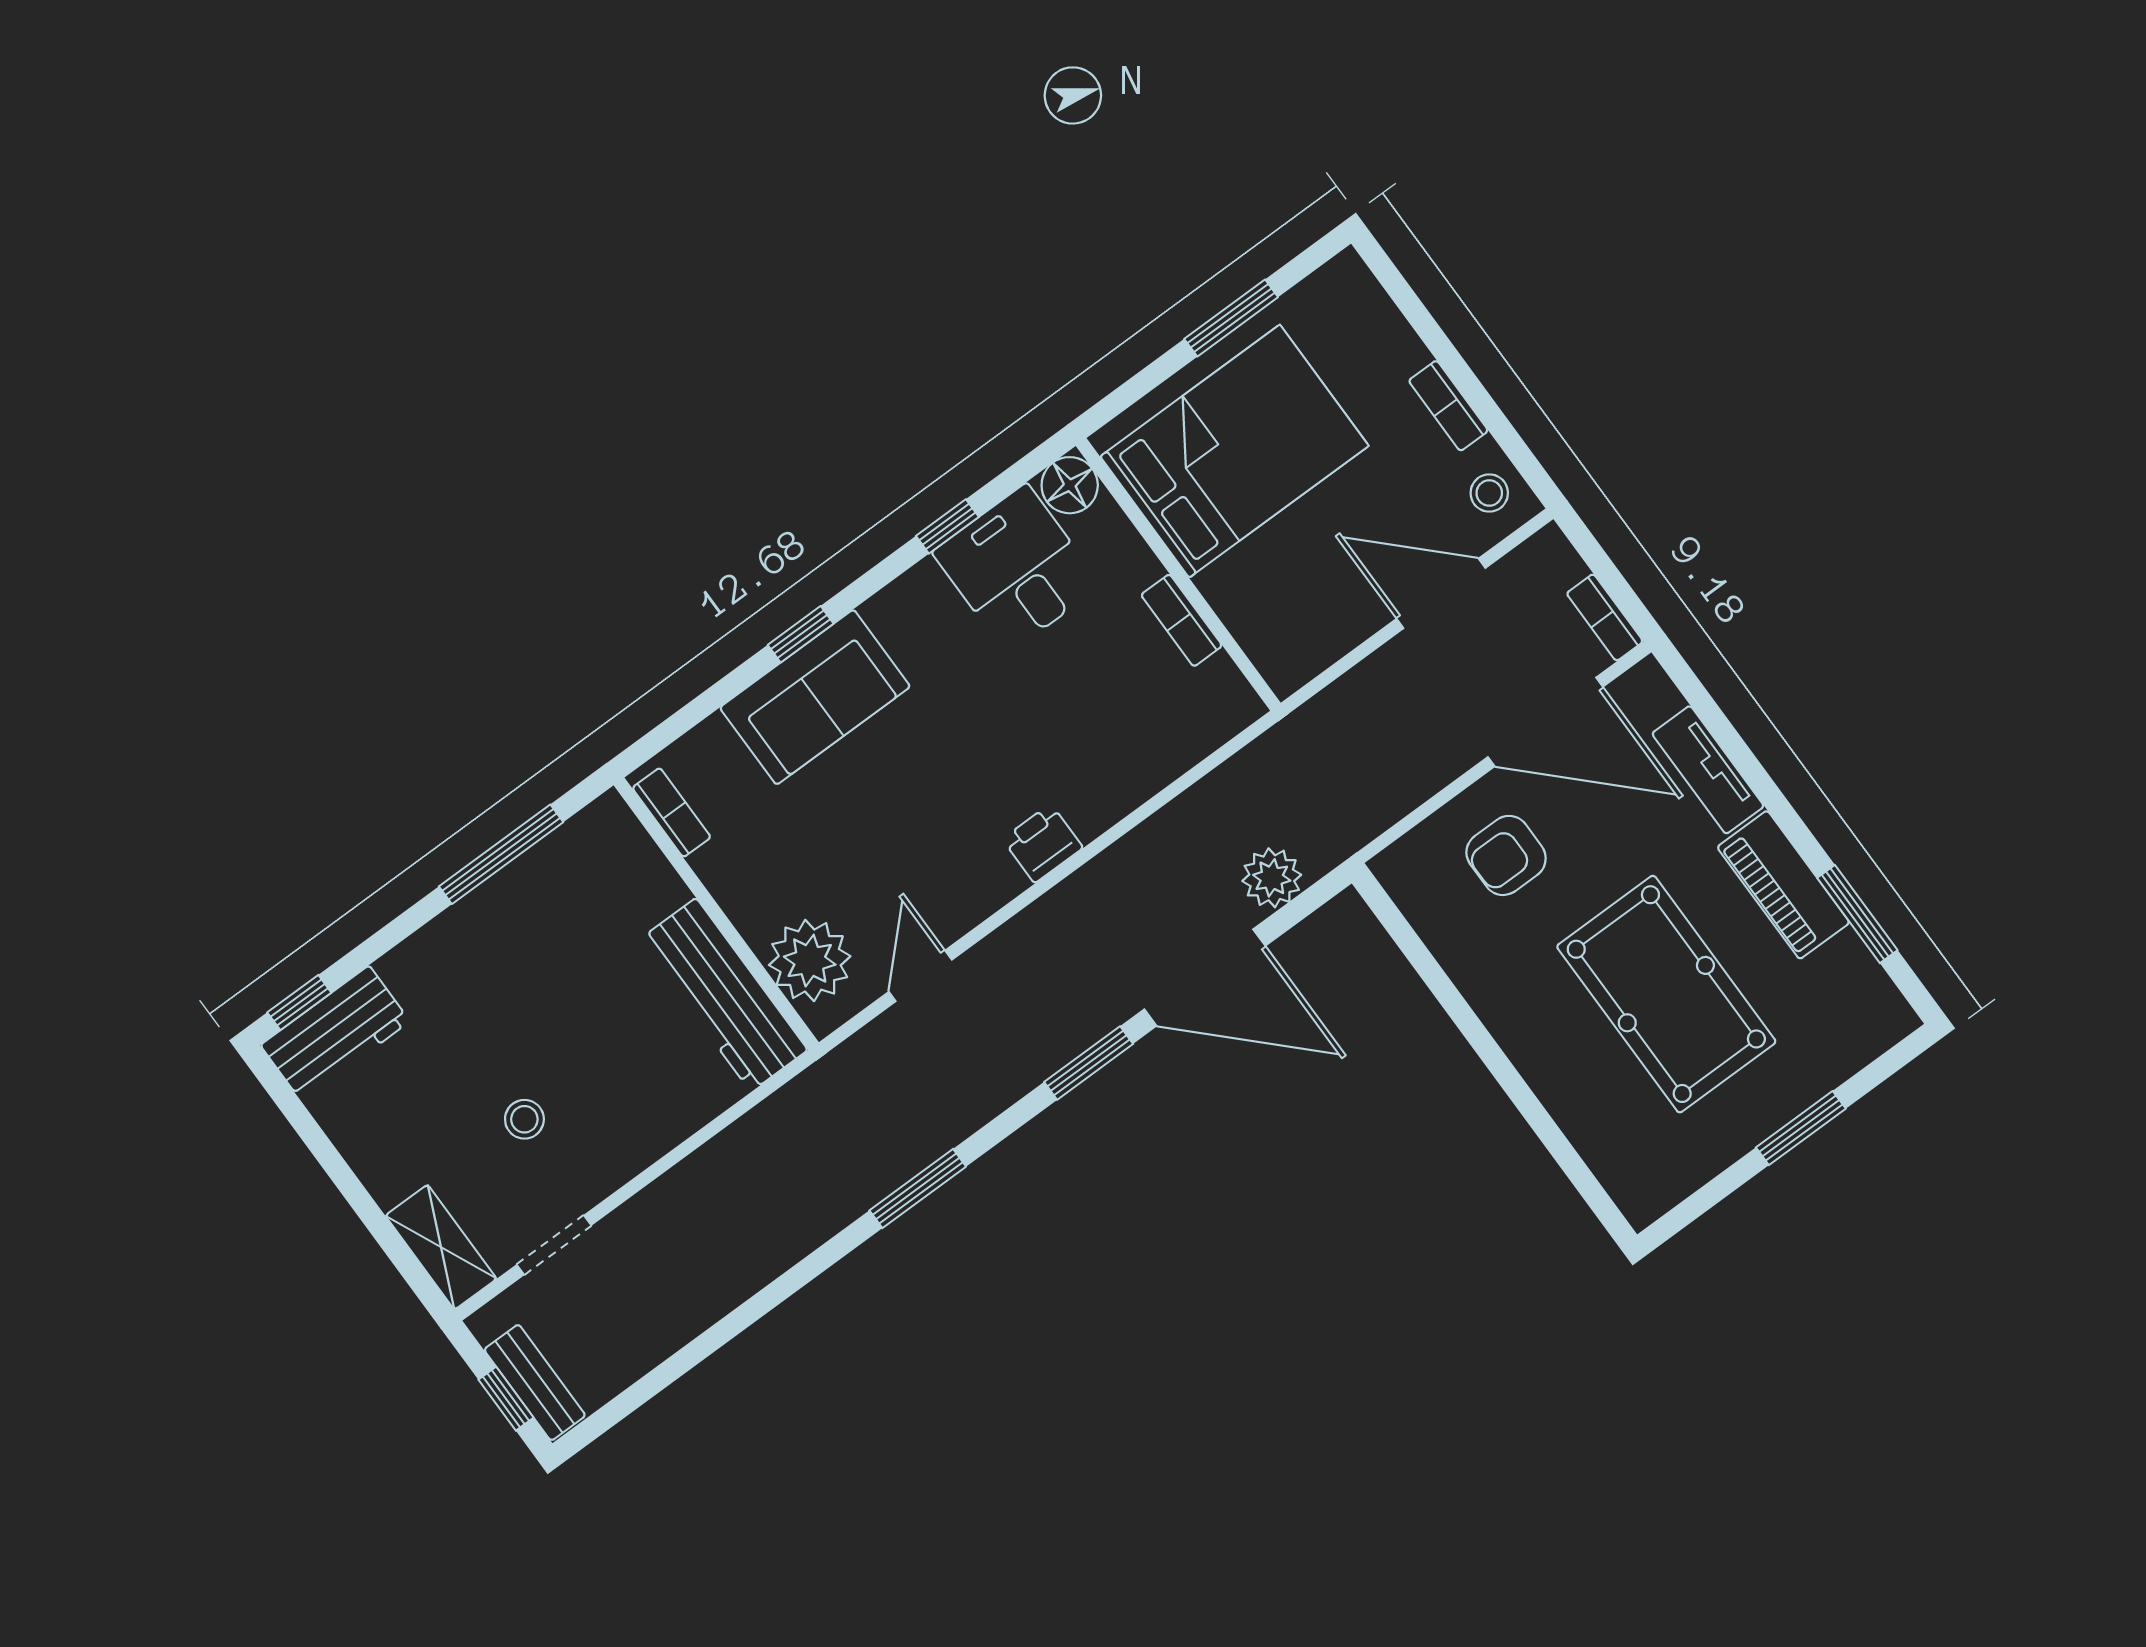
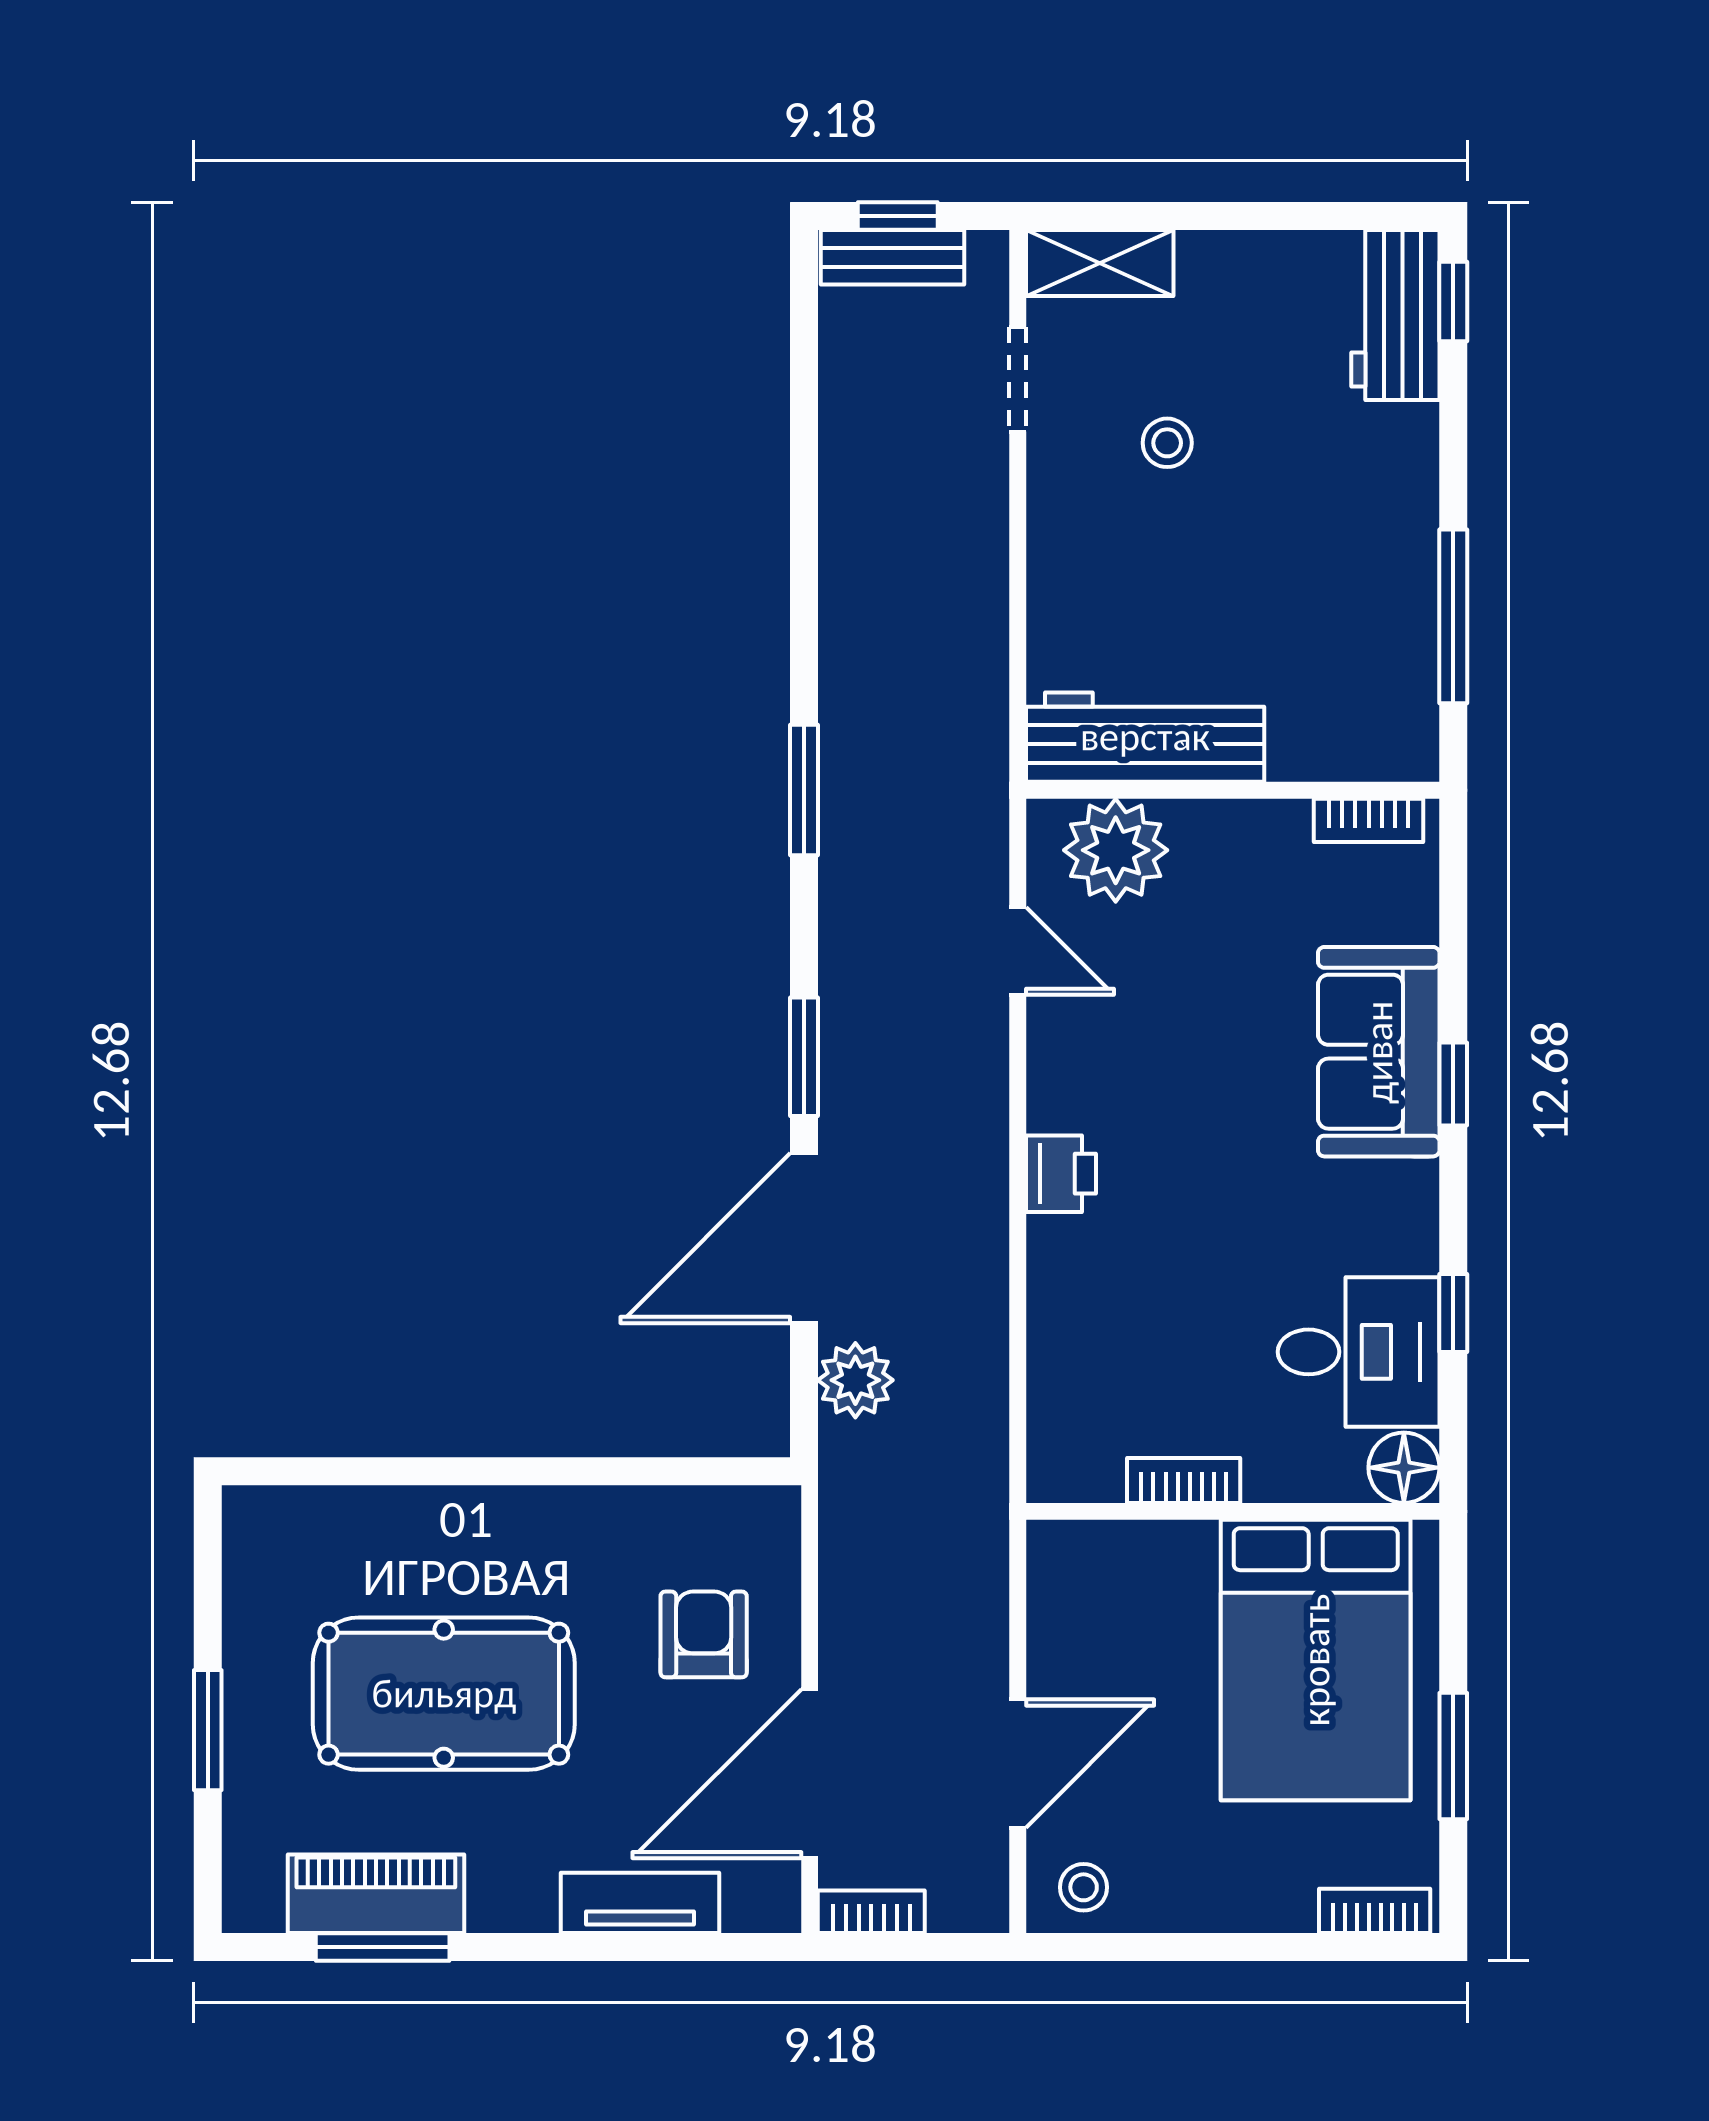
bookcase: (1448, 406) -> (1375, 1911), moved
piano: (1783, 885) -> (376, 1894), moved

